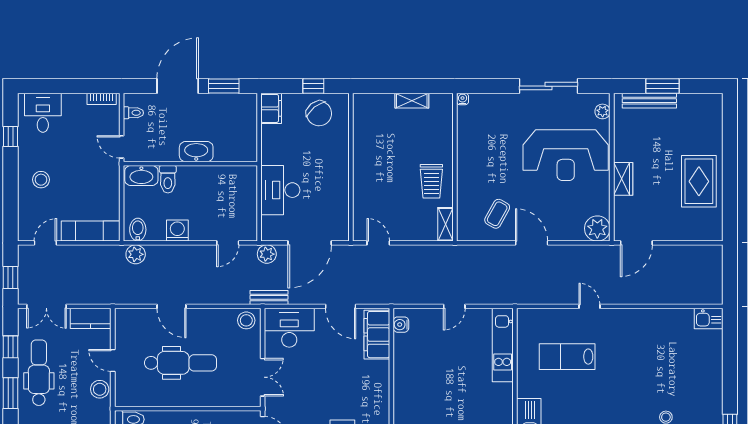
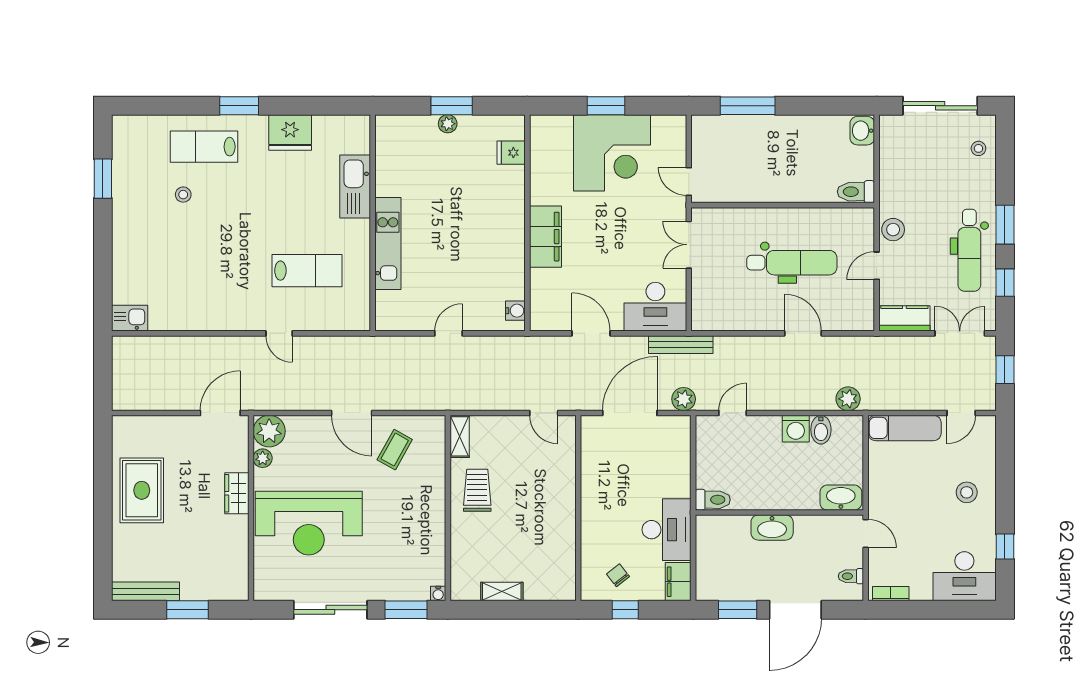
window: (488, 86) -> (406, 610), added
bench: (649, 101) -> (146, 591), moved
plant: (603, 111) -> (263, 458), moved
desk: (43, 113) -> (964, 576), width x1.37
chair: (319, 113) -> (618, 575), width x0.54, depth x0.54
reception desk: (566, 155) -> (309, 523), turned 180
toilet: (168, 179) -> (713, 500), moved, turned 90
desk: (280, 190) -> (667, 530), moved
bidet: (138, 230) -> (821, 430), moved
bench: (269, 297) -> (681, 345), width x1.36
stool: (246, 320) -> (709, 316), removed
filing cabinet: (377, 335) -> (546, 237), moved
kitchen unit: (503, 345) -> (388, 244), moved
door: (113, 360) -> (877, 266), swing flipped
dental chair: (180, 363) -> (792, 263), turned 180

